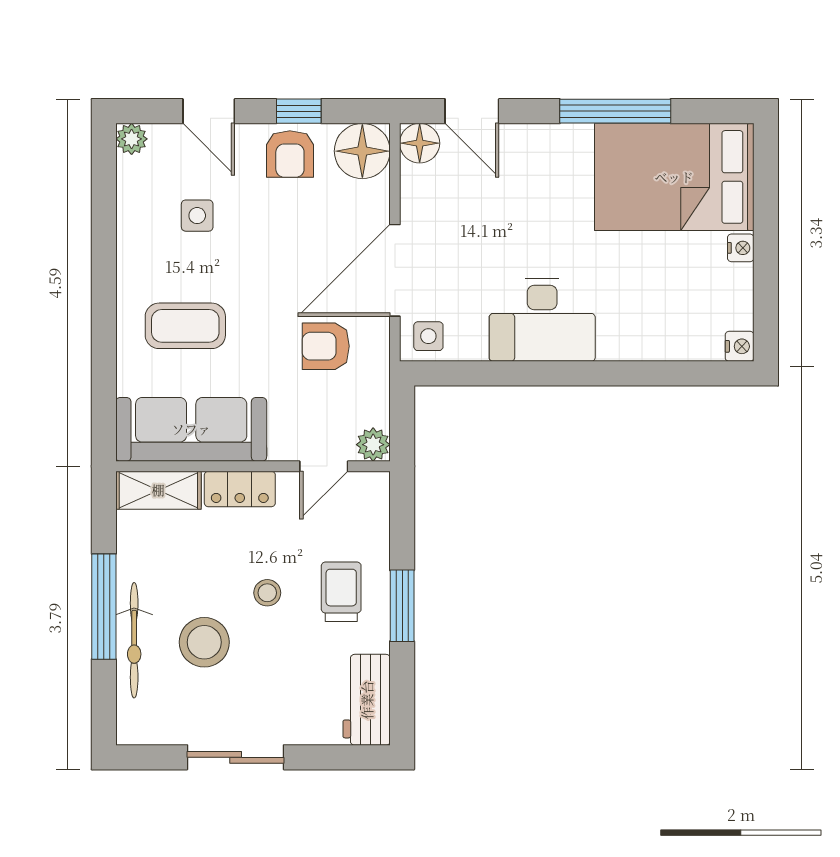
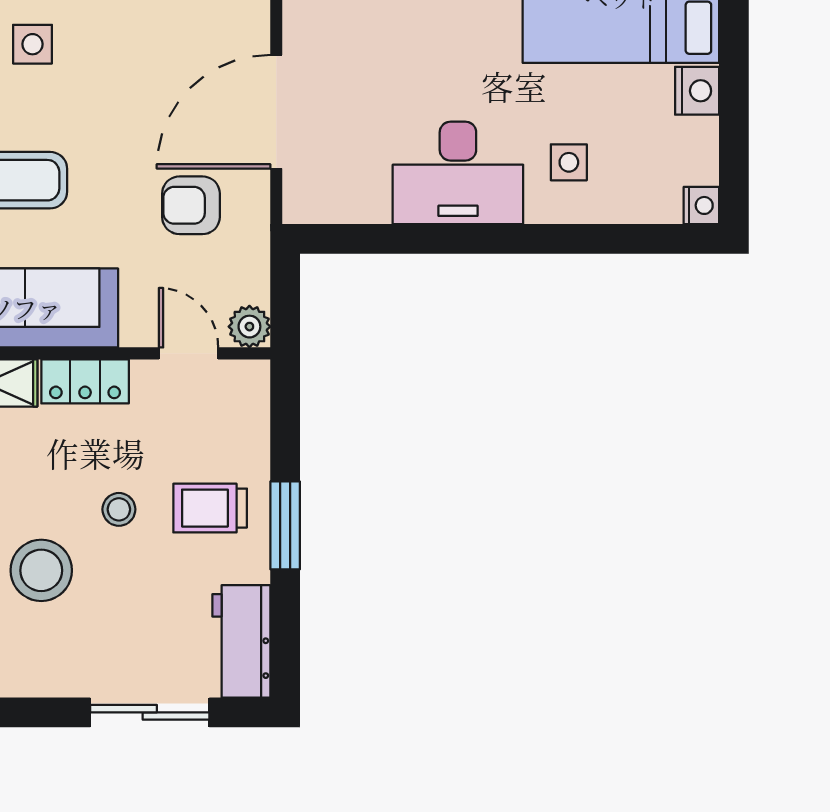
nightstand: (741, 248) -> (697, 91), width x1.39, depth x1.35
side table: (428, 336) -> (569, 162), moved
door: (324, 466) -> (189, 353), swing flipped
trolley: (341, 592) -> (210, 508), turned -90
sliding door: (236, 757) -> (150, 712), moved

